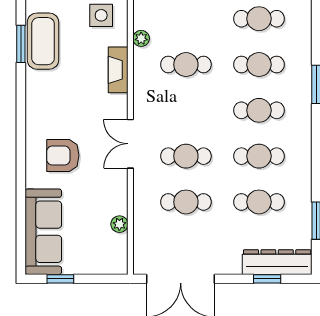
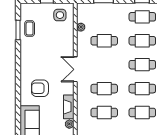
coffee table: (43, 41) -> (30, 29), width x0.54, depth x0.58
fireplace: (118, 70) -> (69, 107), moved
double door: (130, 144) -> (75, 69), moved

